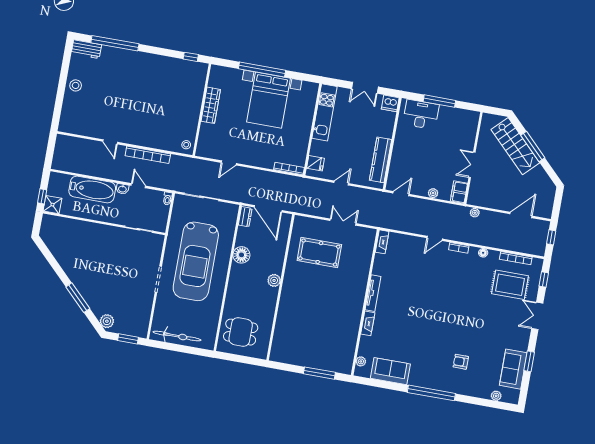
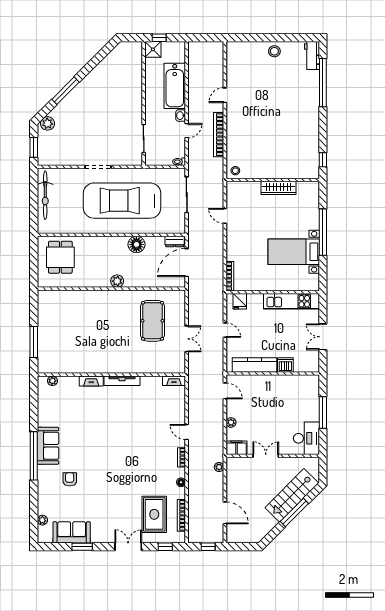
bed with nightstands: (268, 100) -> (294, 252), width x0.73
dishwasher: (390, 103) -> (285, 365), moved, turned 90
desk: (421, 114) -> (306, 438), moved
sofa: (390, 371) -> (48, 446), moved

